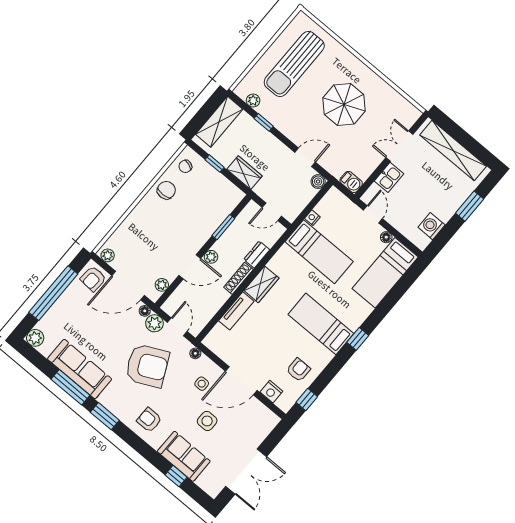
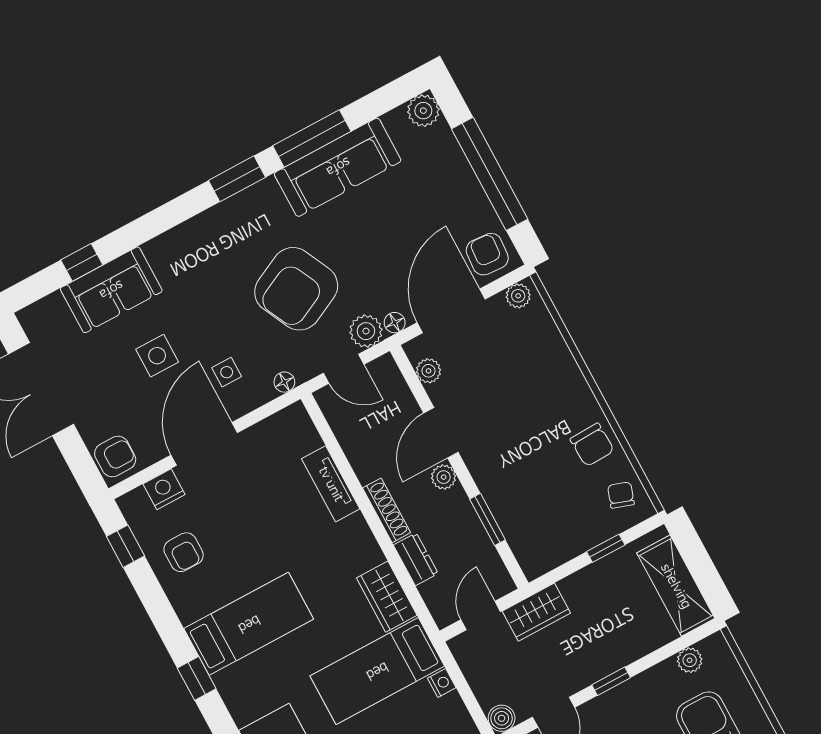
window: (264, 122) -> (611, 681), moved
wardrobe: (244, 173) -> (536, 612), moved
wardrobe: (261, 284) -> (387, 597), moved
armchair: (149, 420) -> (115, 456), moved

